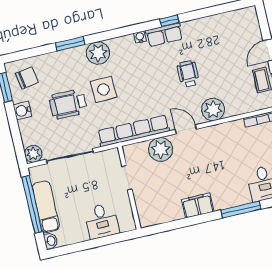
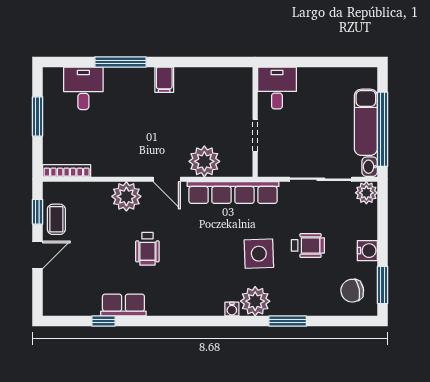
window: (169, 21) -> (103, 321), moved
row of seats: (164, 35) -> (123, 305), moved
water cooler: (140, 37) -> (232, 309), moved
wheelchair: (68, 104) -> (308, 245), width x0.73, depth x0.73
filing cabinet: (198, 205) -> (164, 80), width x0.50
desk: (102, 221) -> (277, 88), moved
washbasin: (51, 241) -> (370, 167), moved

